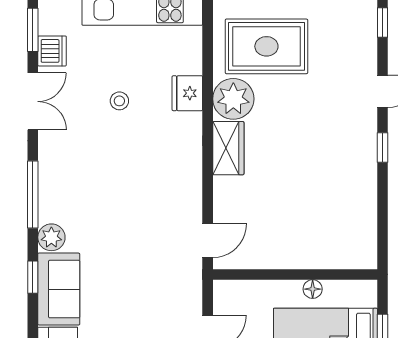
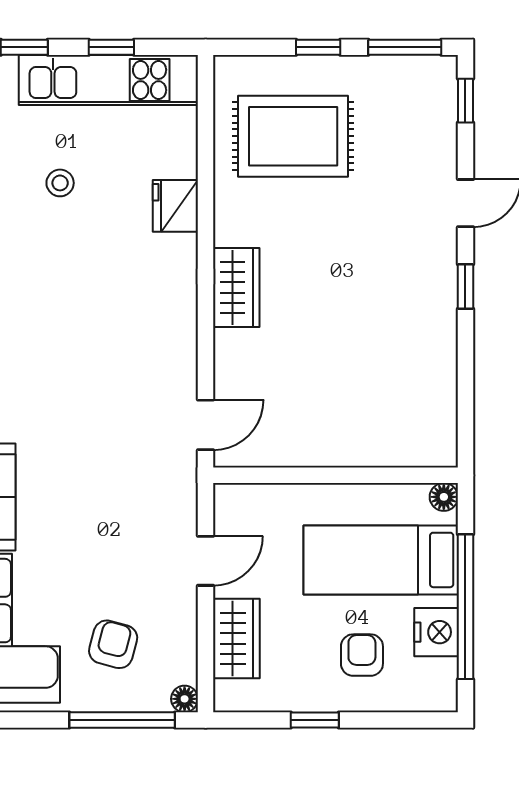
plant: (233, 99) -> (244, 214), removed
stool: (119, 101) -> (60, 183), moved
floor lamp: (313, 289) -> (444, 497), moved

